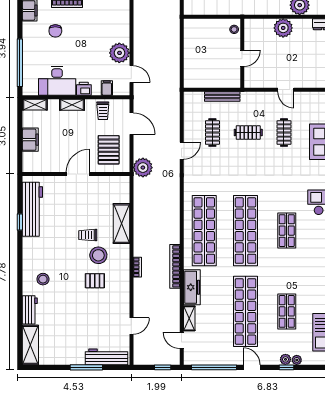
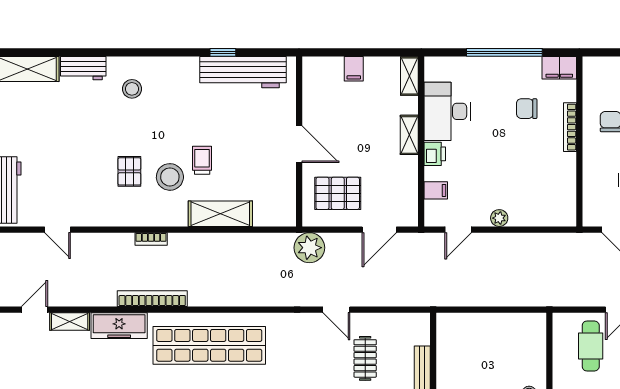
plant: (119, 53) -> (499, 218), width x0.53, depth x0.53
window: (20, 63) -> (504, 52), moved
trolley: (103, 111) -> (400, 184), removed
clothes rail: (212, 133) -> (365, 358), turned 90
filing cabinet: (30, 140) -> (354, 69), width x0.50

